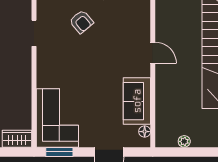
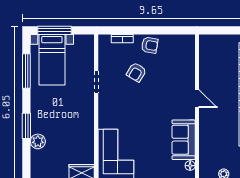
armchair: (81, 22) -> (136, 72), turned 71

